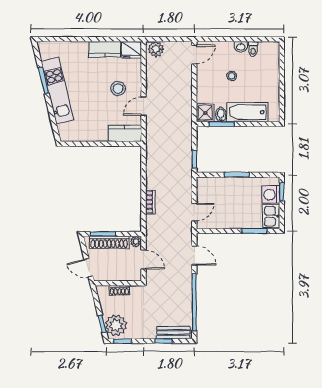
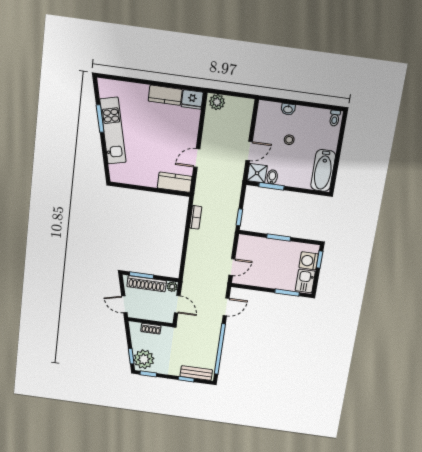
washbasin: (241, 47) -> (288, 109), moved
toilet: (253, 49) -> (335, 118), moved
door: (194, 54) -> (249, 151), moved
stool: (118, 89) -> (174, 137), removed
bathtub: (247, 112) -> (323, 170), moved, turned -90
bookcase: (150, 202) -> (196, 217), moved
door: (194, 255) -> (226, 307), hinge flipped

